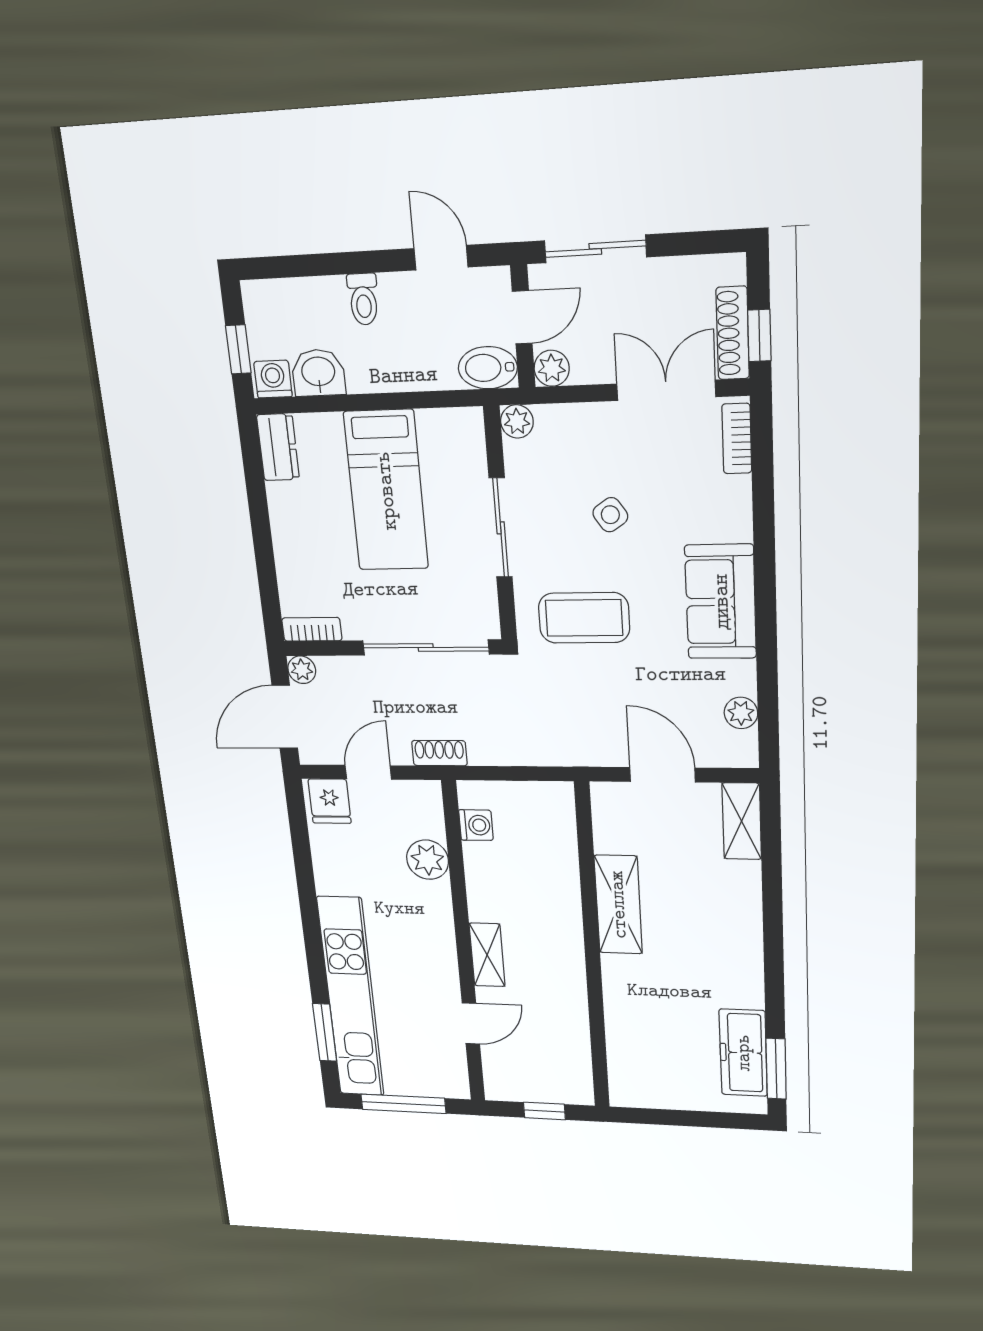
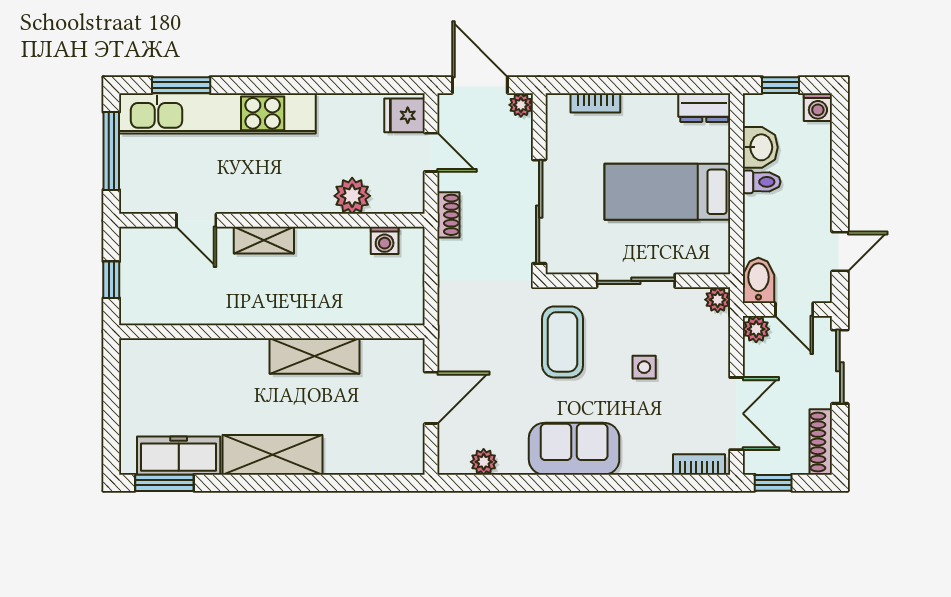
toilet: (363, 299) -> (762, 182), moved, turned 180
shoe rack: (733, 333) -> (821, 442), moved, turned -90
washing machine: (273, 379) -> (818, 107), moved, turned 90
side table: (610, 515) -> (644, 367), turned 34
bookcase: (312, 629) -> (595, 103), moved, turned 90
shelving: (742, 821) -> (272, 455), moved, width x1.50, depth x1.33

